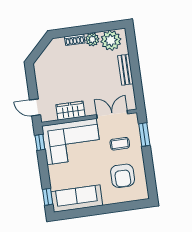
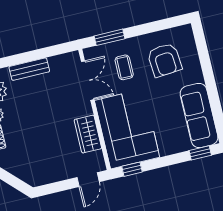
double door: (112, 114) -> (88, 81), swing flipped
armchair: (123, 176) -> (165, 60), turned 85

